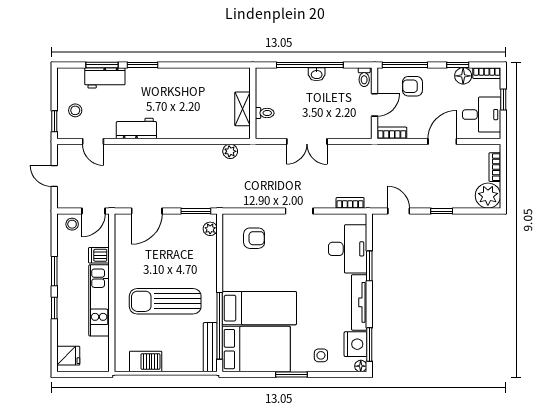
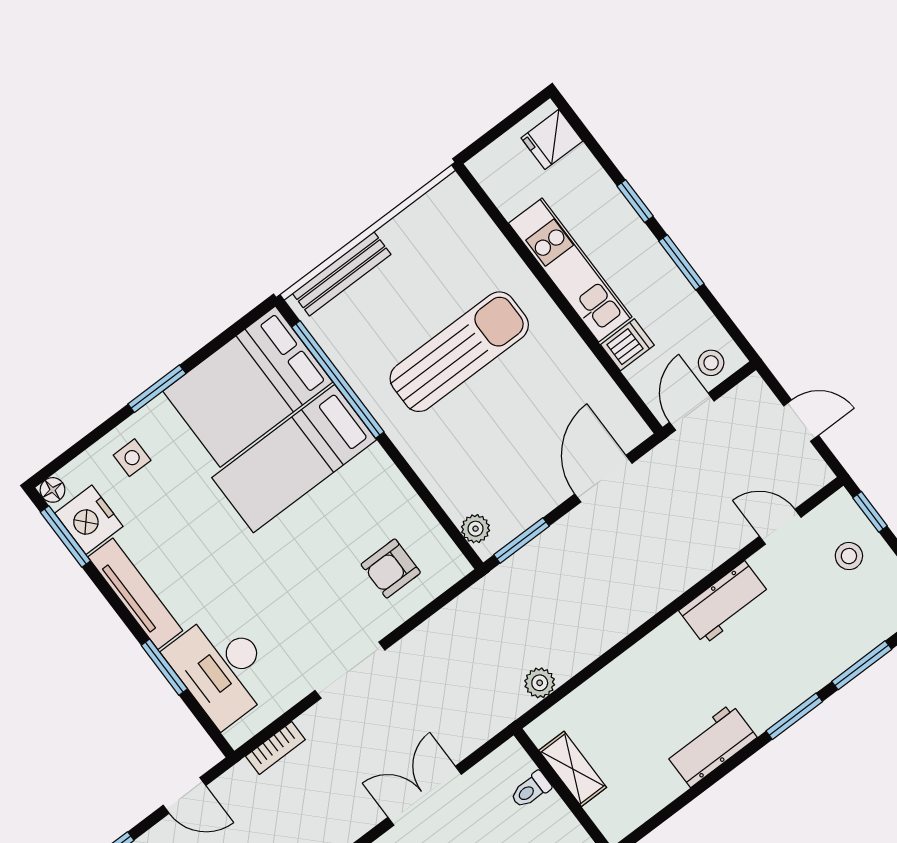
workbench: (105, 78) -> (711, 745), moved
doorway: (299, 211) -> (350, 670), width x1.38
bench: (210, 347) -> (342, 274), moved, turned 90
barbecue: (146, 362) -> (416, 227), removed

